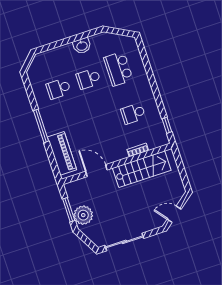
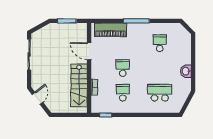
school desk: (88, 79) -> (123, 68), moved
door: (96, 171) -> (89, 51), swing flipped
plant: (83, 215) -> (59, 30), removed

